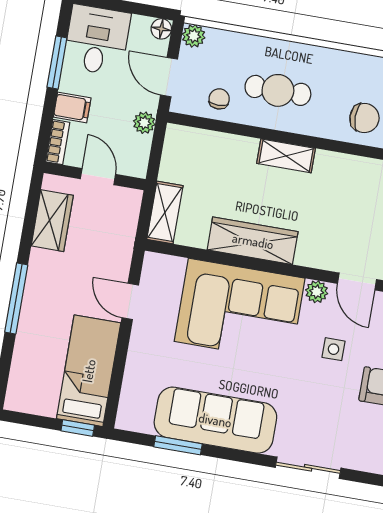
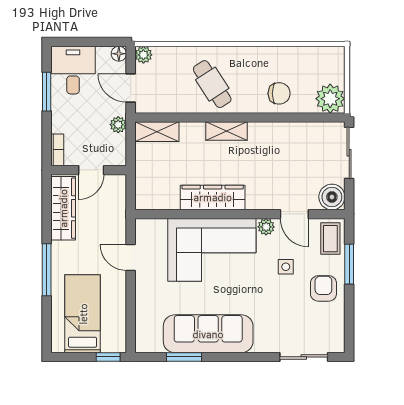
cafe table: (278, 90) -> (212, 84), turned 57
chair: (219, 99) -> (170, 98), removed
filing cabinet: (72, 108) -> (63, 123), removed
door: (98, 177) -> (91, 170), swing flipped
shelving: (165, 213) -> (157, 132), moved, turned 90
wardrobe: (52, 221) -> (63, 208), width x1.50
bed: (89, 371) -> (83, 314), moved
sliding door: (308, 468) -> (304, 357), moved

